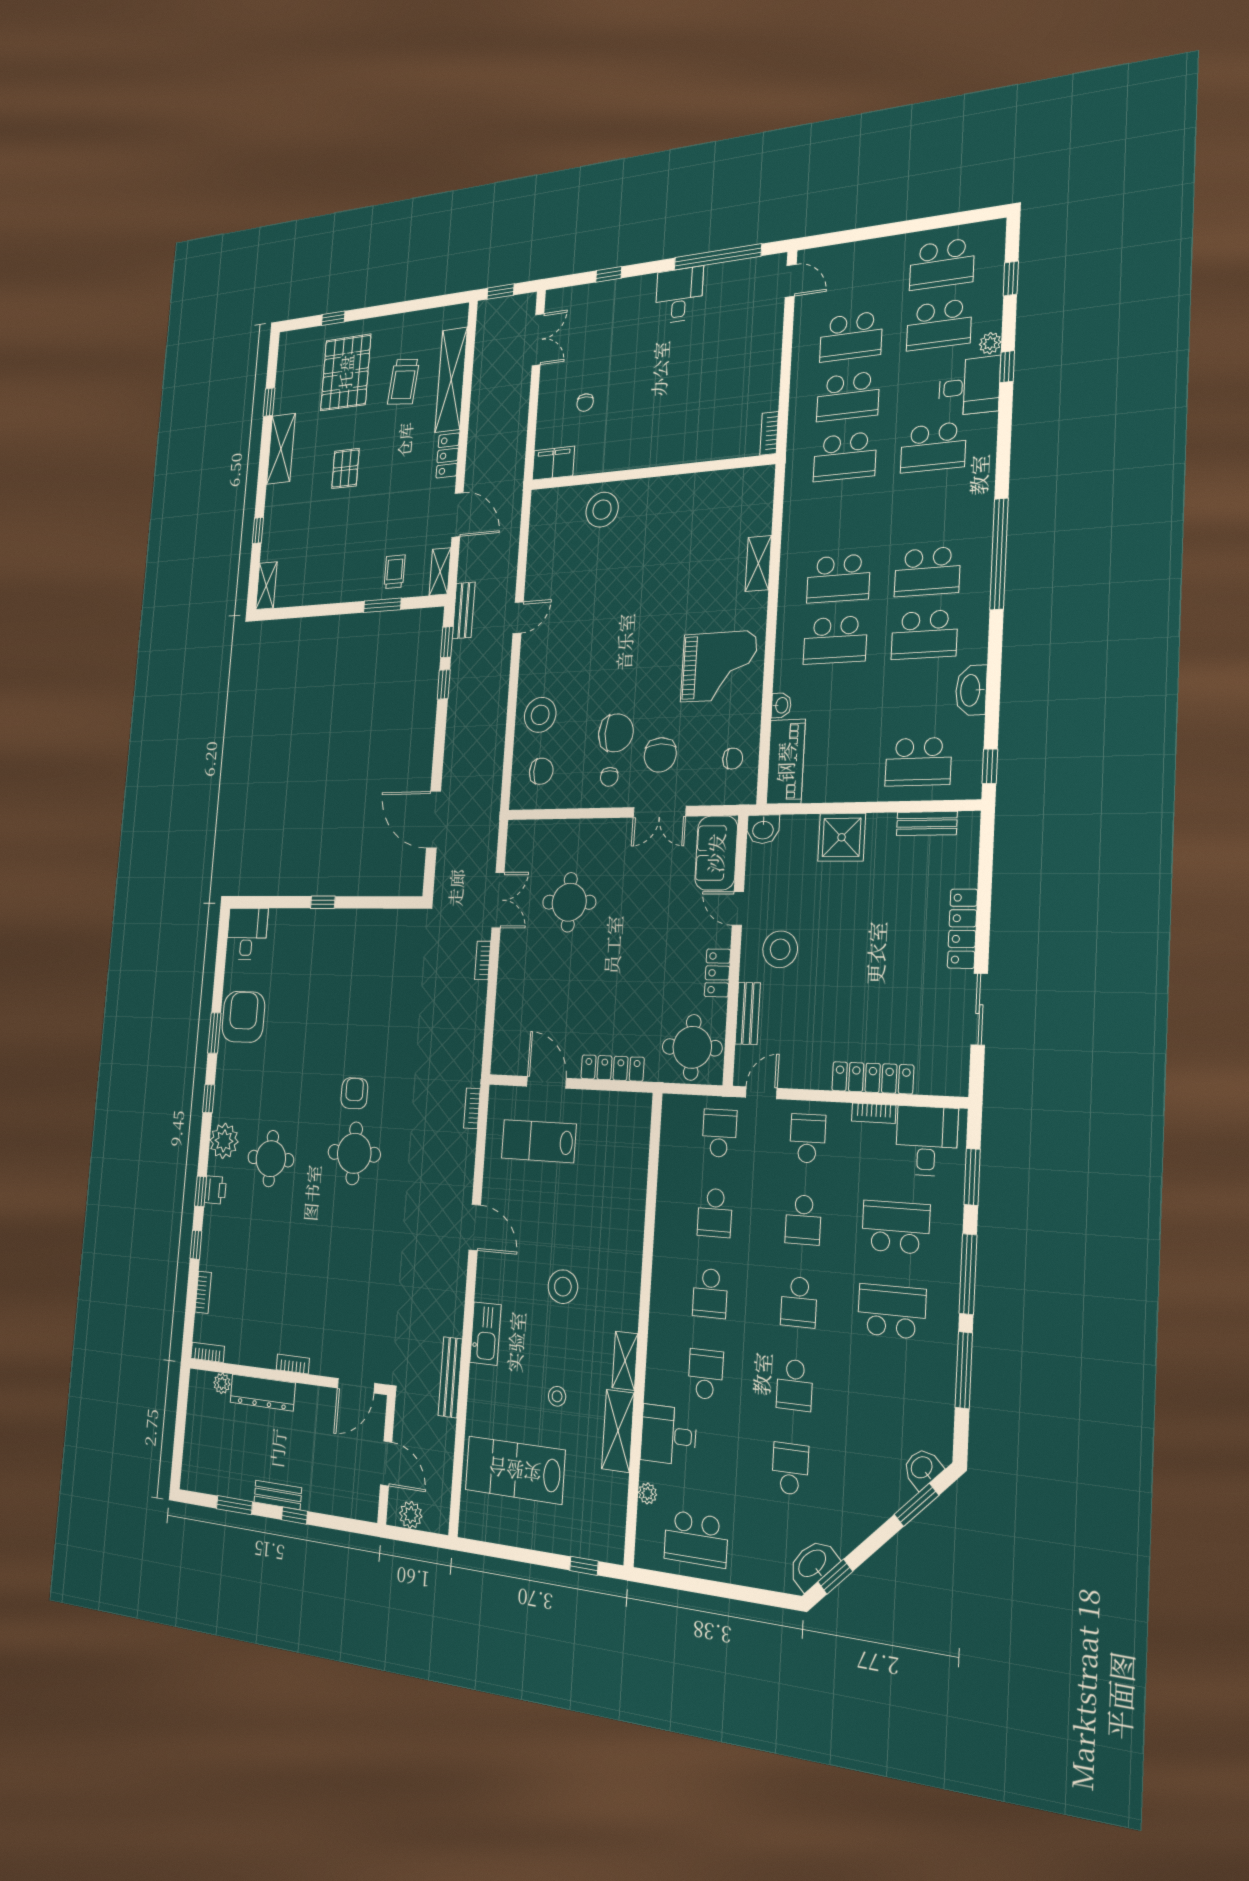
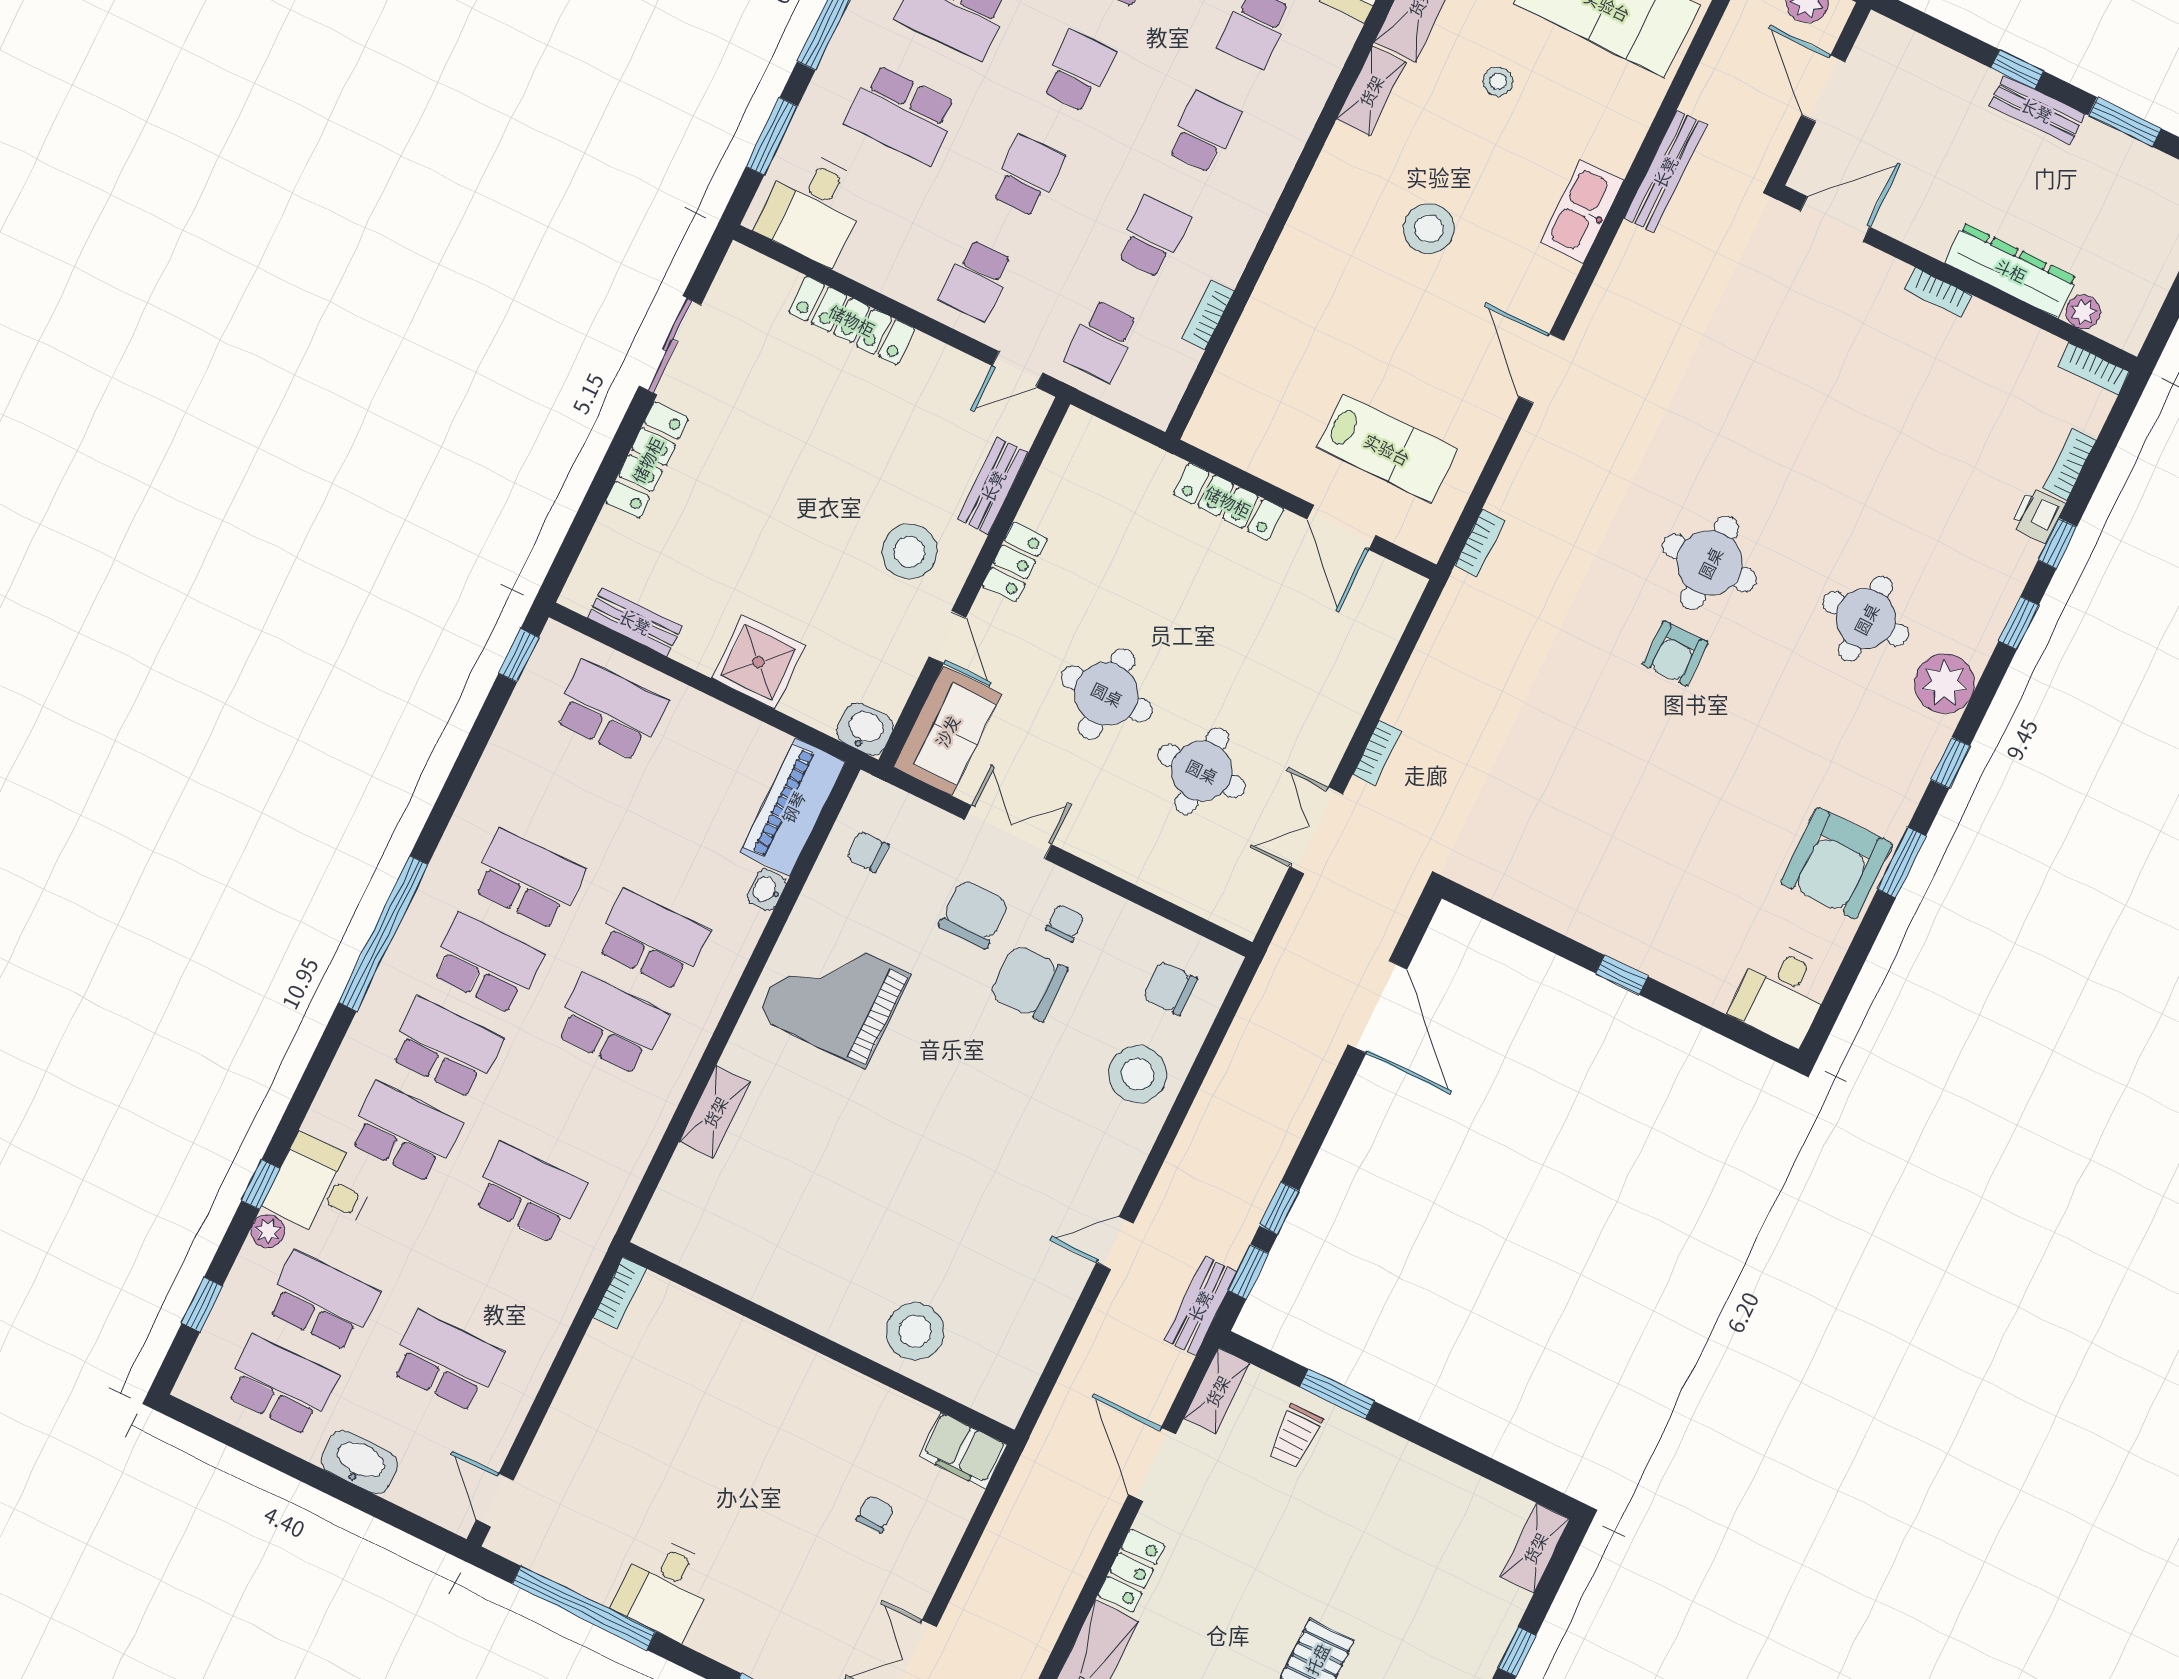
school desk: (848, 396) -> (446, 1048), moved
washbasin: (971, 690) -> (359, 1462), moved, turned -90
round table: (692, 1047) -> (1107, 694), moved
bookcase: (874, 1113) -> (1208, 315), moved, turned -90
printer: (215, 1190) -> (2037, 515), moved

